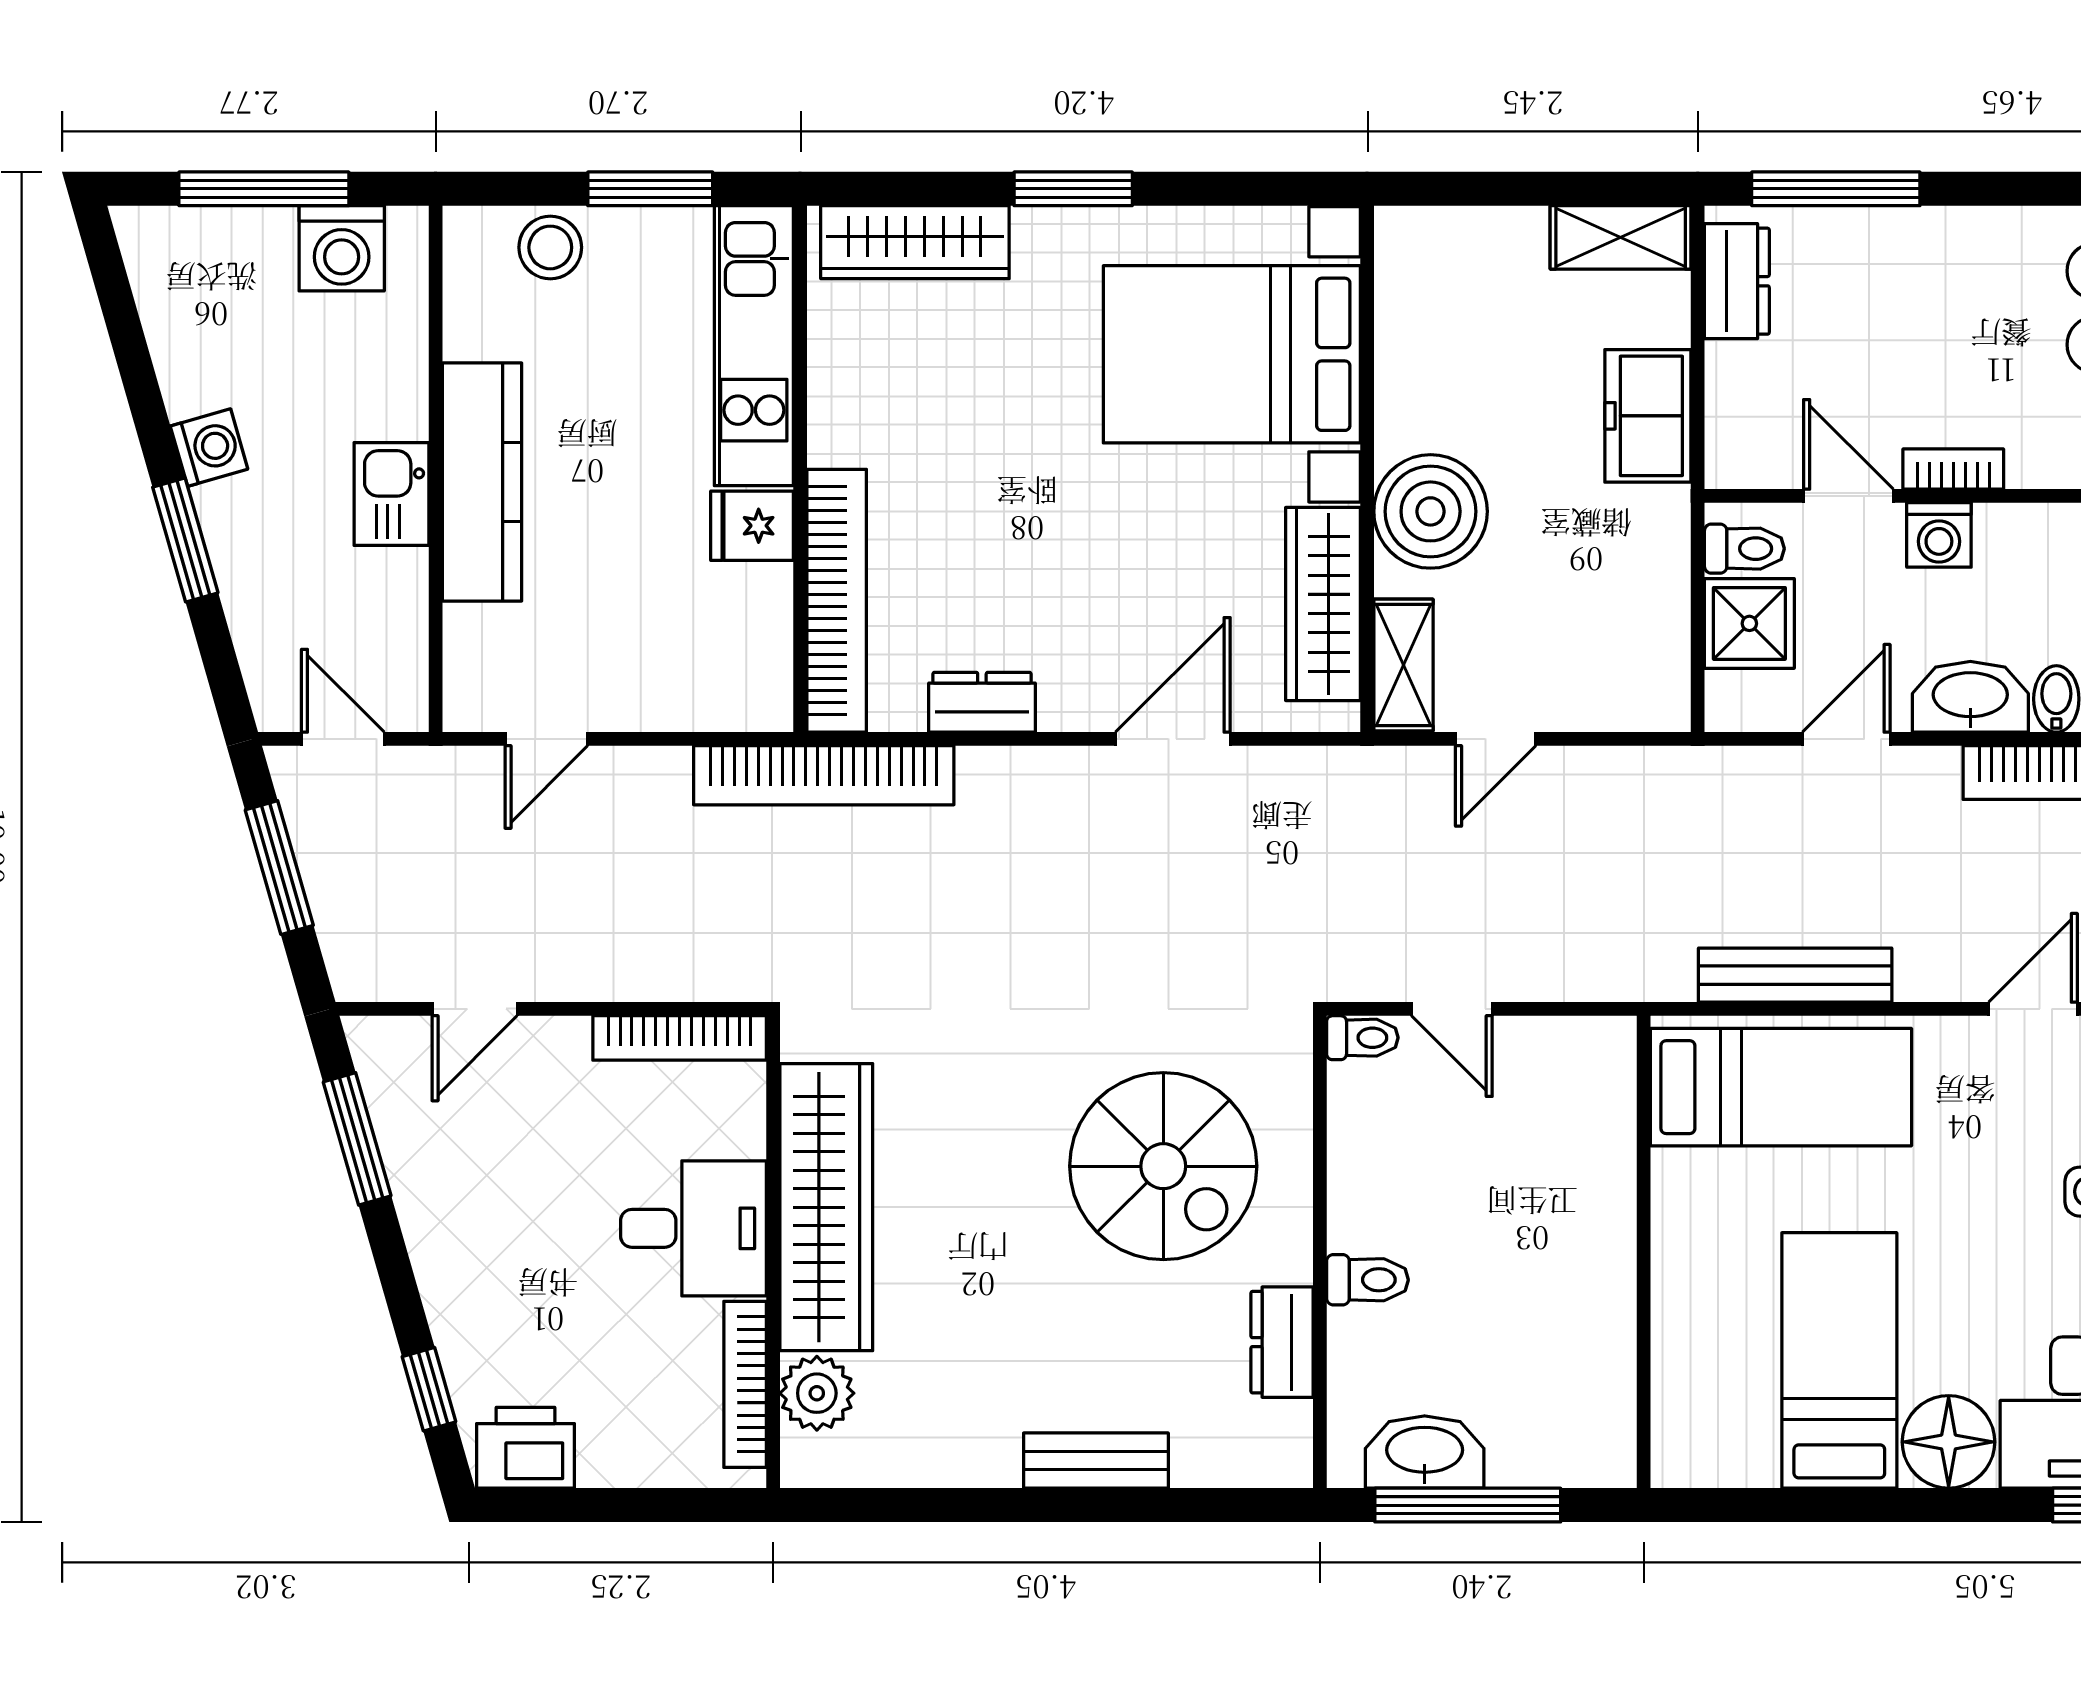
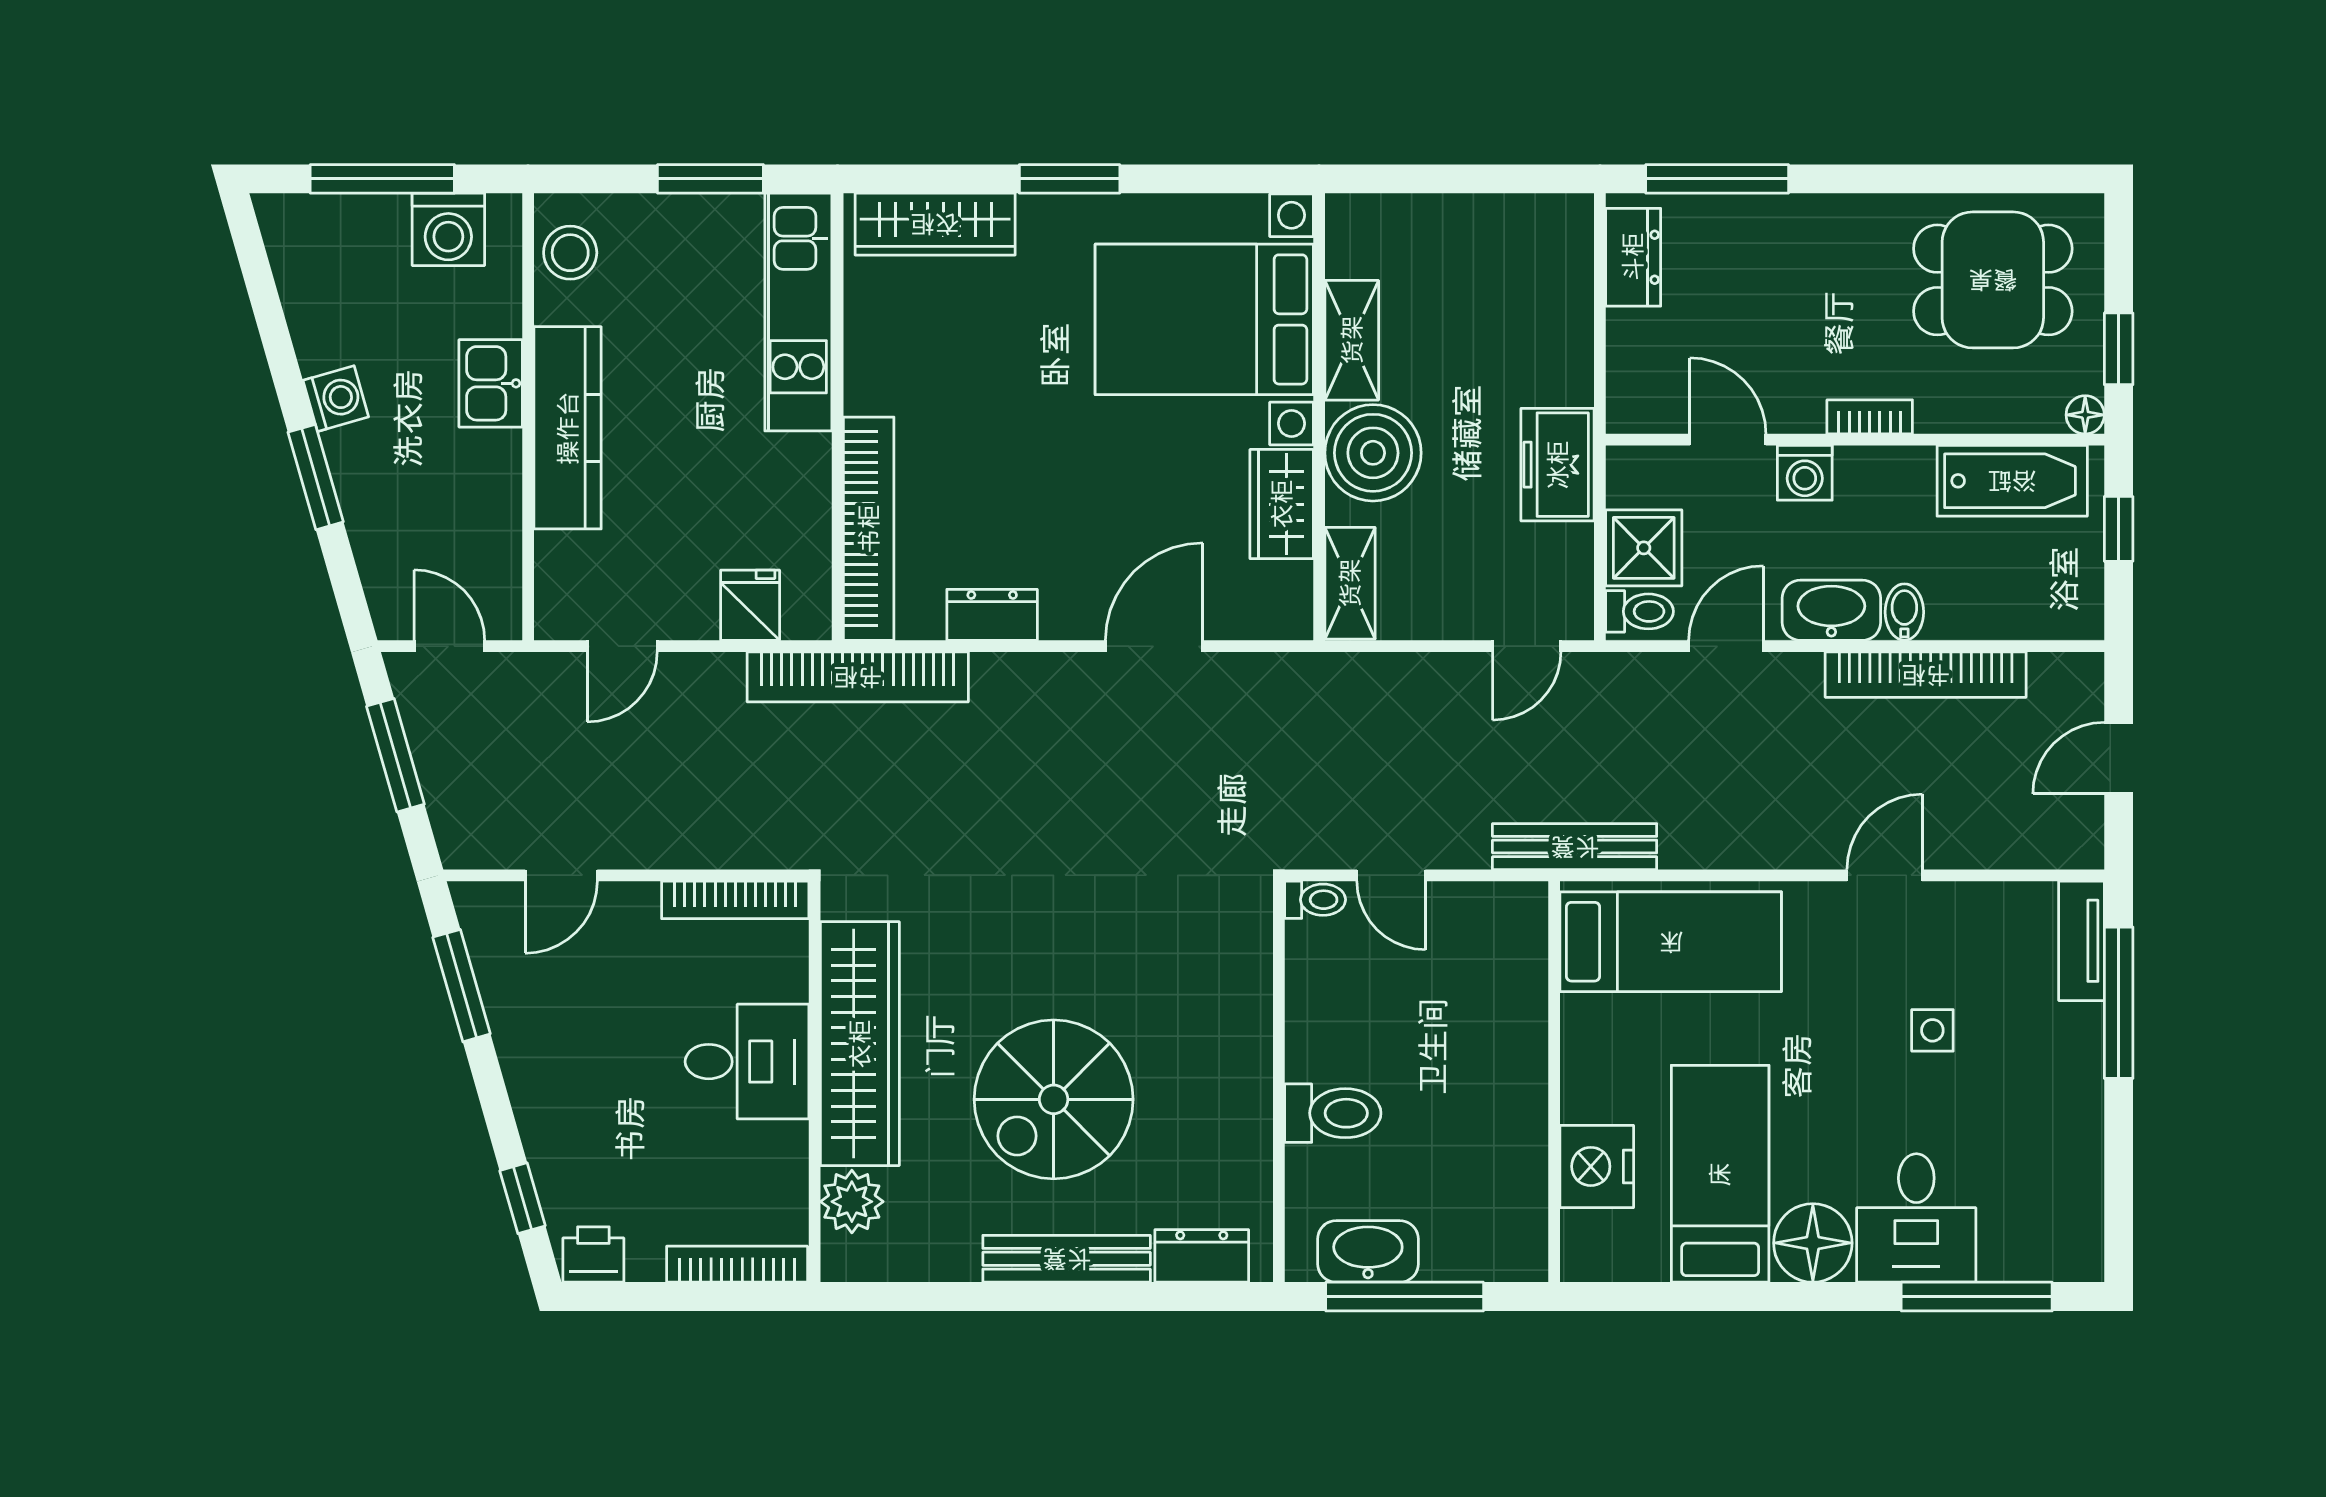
shelving: (1621, 237) -> (1352, 340), moved, turned 90
stool: (550, 247) -> (570, 253), moved
freezer: (1648, 416) -> (1558, 465), moved
bookcase: (1953, 469) -> (1870, 417), moved
kitchen sink: (391, 494) -> (491, 383), moved
fridge: (752, 526) -> (750, 605), moved, turned 90
toilet: (1744, 549) -> (1640, 611), moved
wardrobe: (1323, 604) -> (1282, 504), width x0.67
door: (1496, 739) -> (1527, 646), moved
bench: (1795, 975) -> (1575, 847), moved
spiral stairs: (1163, 1166) -> (1054, 1099), moved, turned 90
toilet: (1367, 1280) -> (1333, 1113), width x1.37, depth x1.39
dresser: (1282, 1342) -> (1202, 1256), moved, turned 90
nightstand: (1694, 1352) -> (1597, 1166), added
bookcase: (745, 1384) -> (737, 1264), moved, turned 90
printer: (525, 1448) -> (593, 1255), width x0.73, depth x0.81
bench: (1096, 1461) -> (1067, 1259), width x1.36

